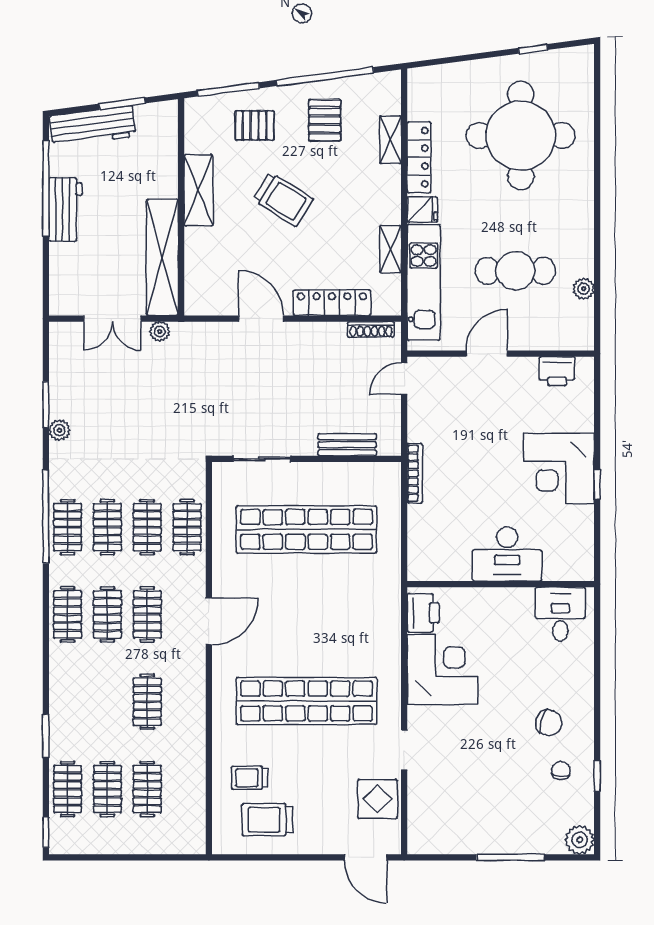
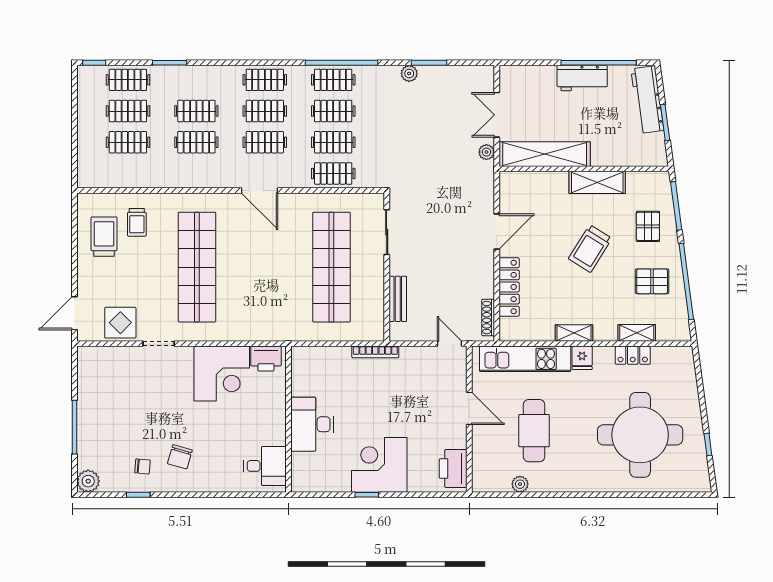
locker: (419, 157) -> (633, 355), width x0.66
shelving: (391, 249) -> (574, 333), moved
printer: (557, 371) -> (453, 468), width x1.37, depth x1.19
clothes rail: (107, 702) -> (196, 111), added
trolley: (249, 778) -> (137, 222), turned 180

